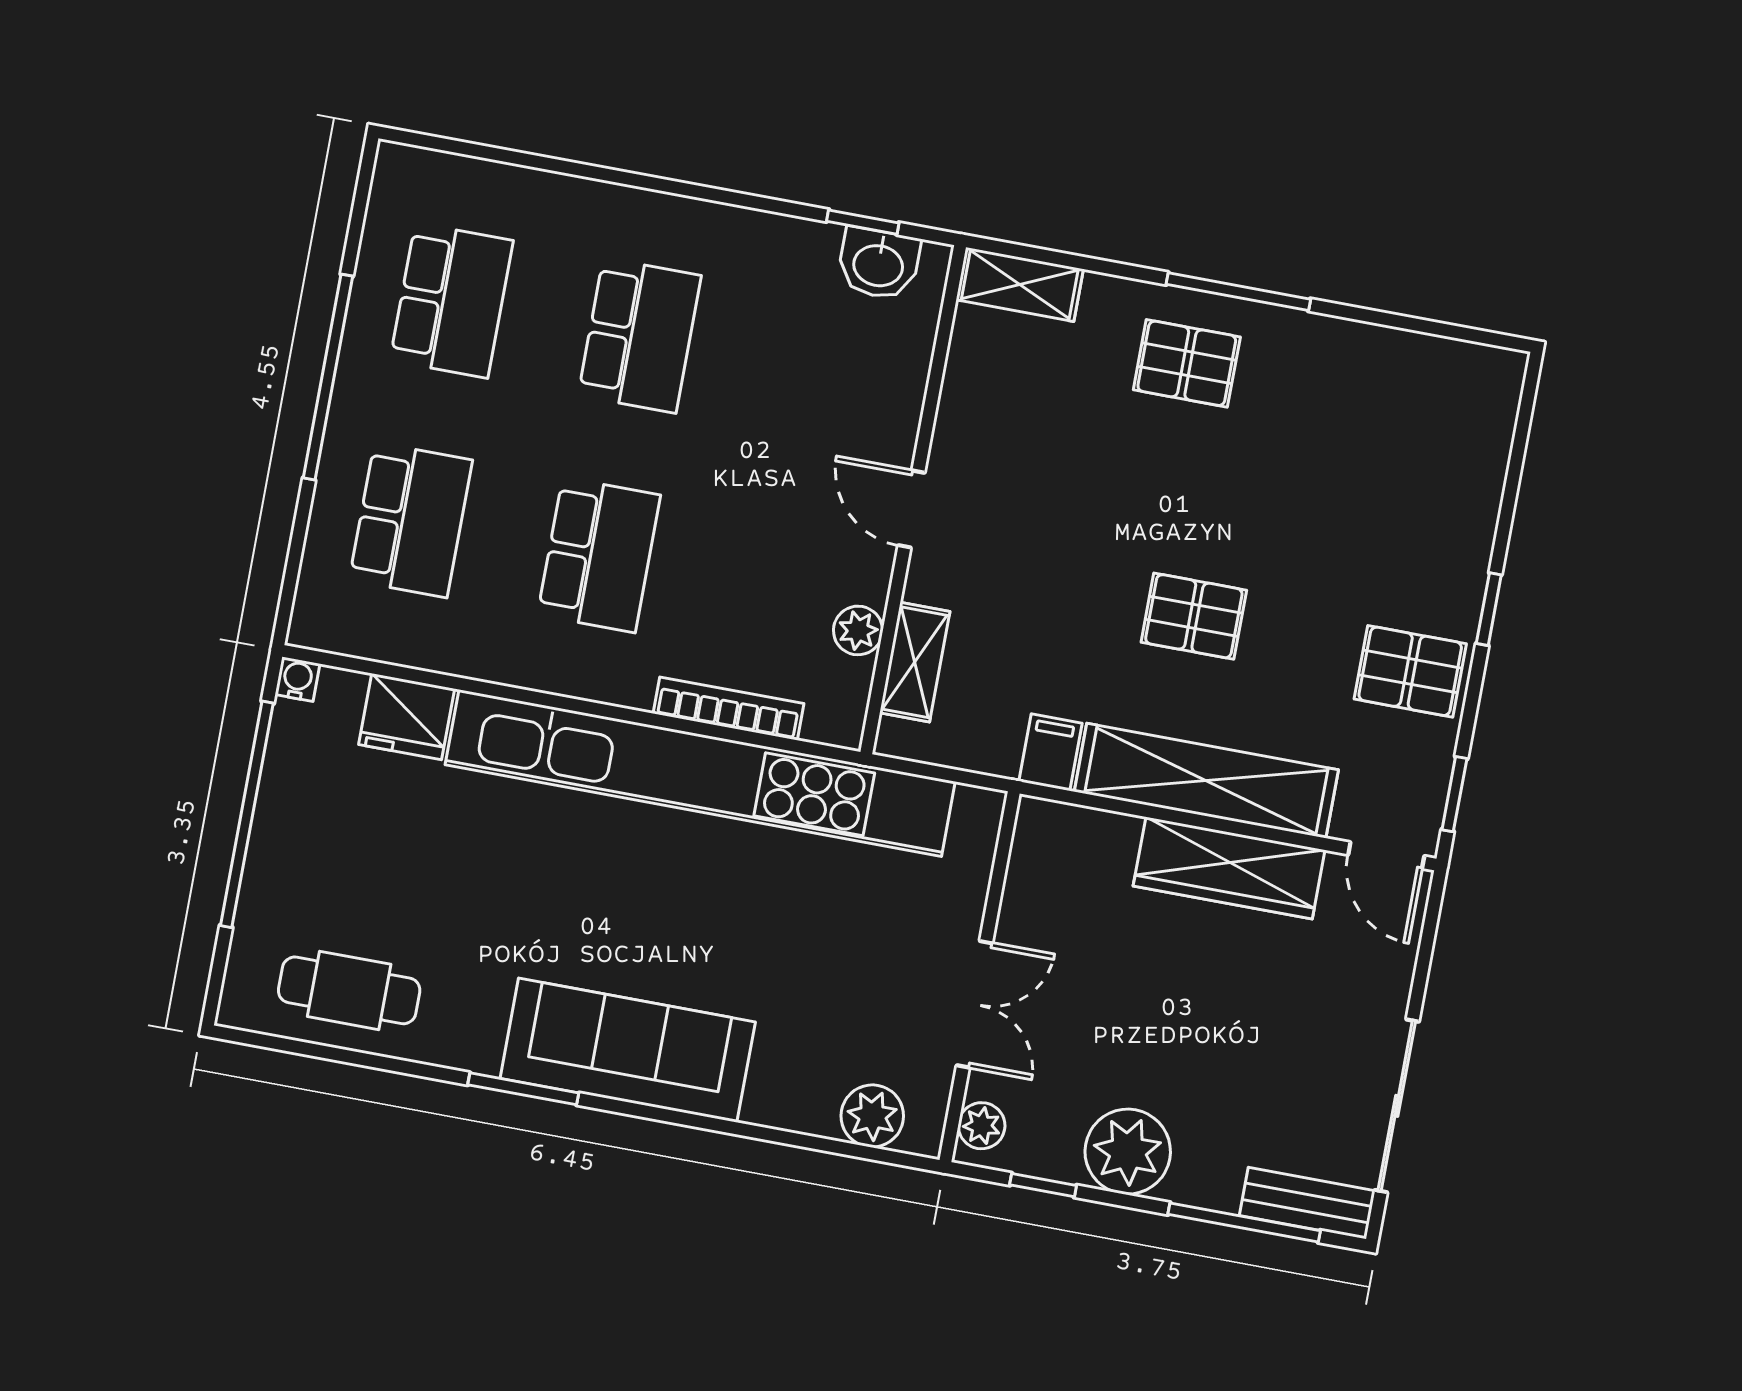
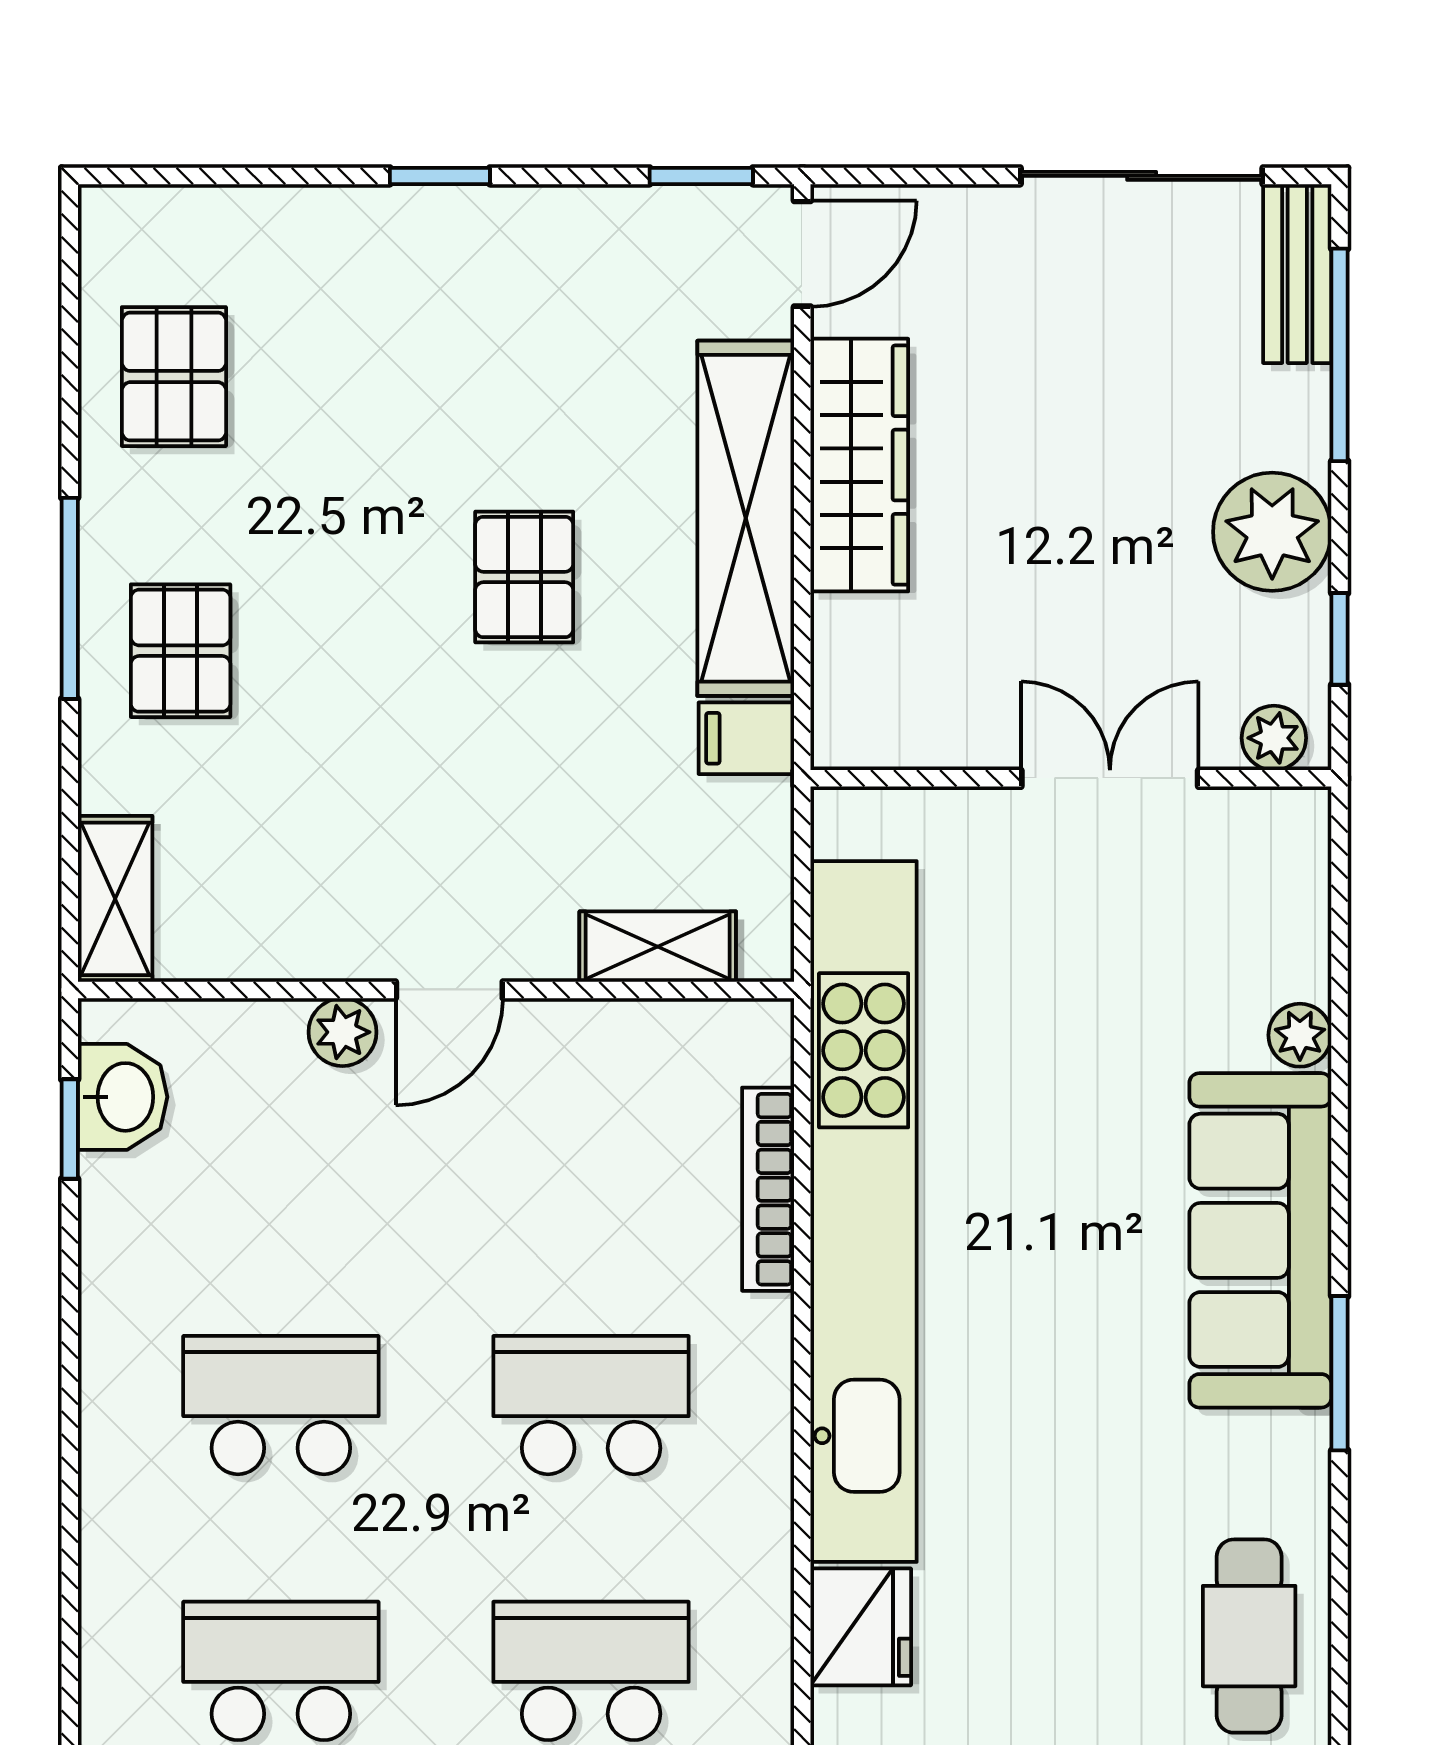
plant: (858, 630) -> (342, 1032), moved
pallet: (1410, 671) -> (174, 377), moved
plant: (872, 1116) -> (1300, 1035), moved, width x0.73, depth x0.73

